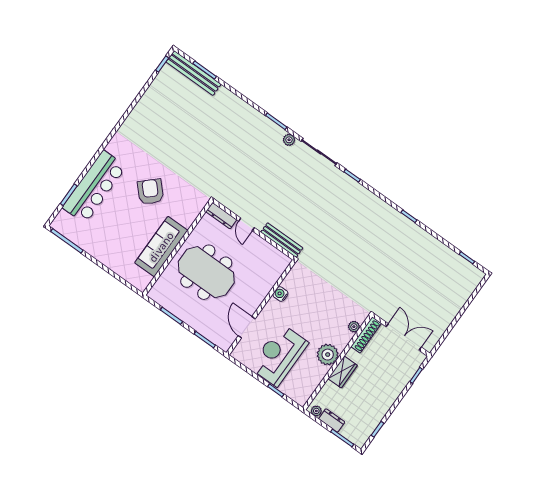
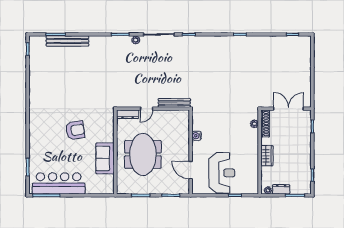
bench: (193, 73) -> (67, 41), moved
bar counter: (94, 187) -> (59, 183), moved, turned -90
armchair: (150, 192) -> (75, 130), turned 124
door: (246, 224) -> (146, 109), hinge flipped
sofa: (161, 247) -> (105, 158), width x0.73
meeting table: (206, 272) -> (143, 154), turned 90
reception desk: (279, 355) -> (222, 173), turned 180
plant: (328, 355) -> (251, 152), removed

